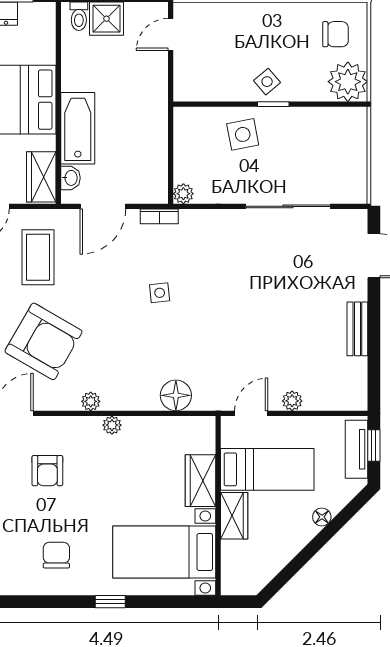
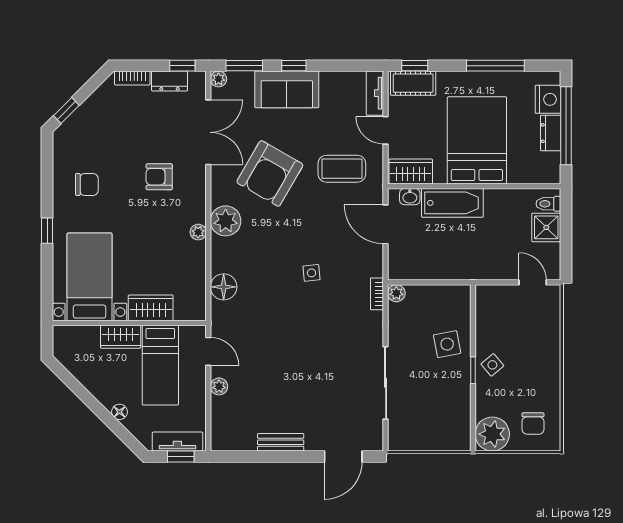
bookcase: (159, 216) -> (377, 294), moved
plant: (91, 401) -> (226, 221), width x1.88, depth x1.88

